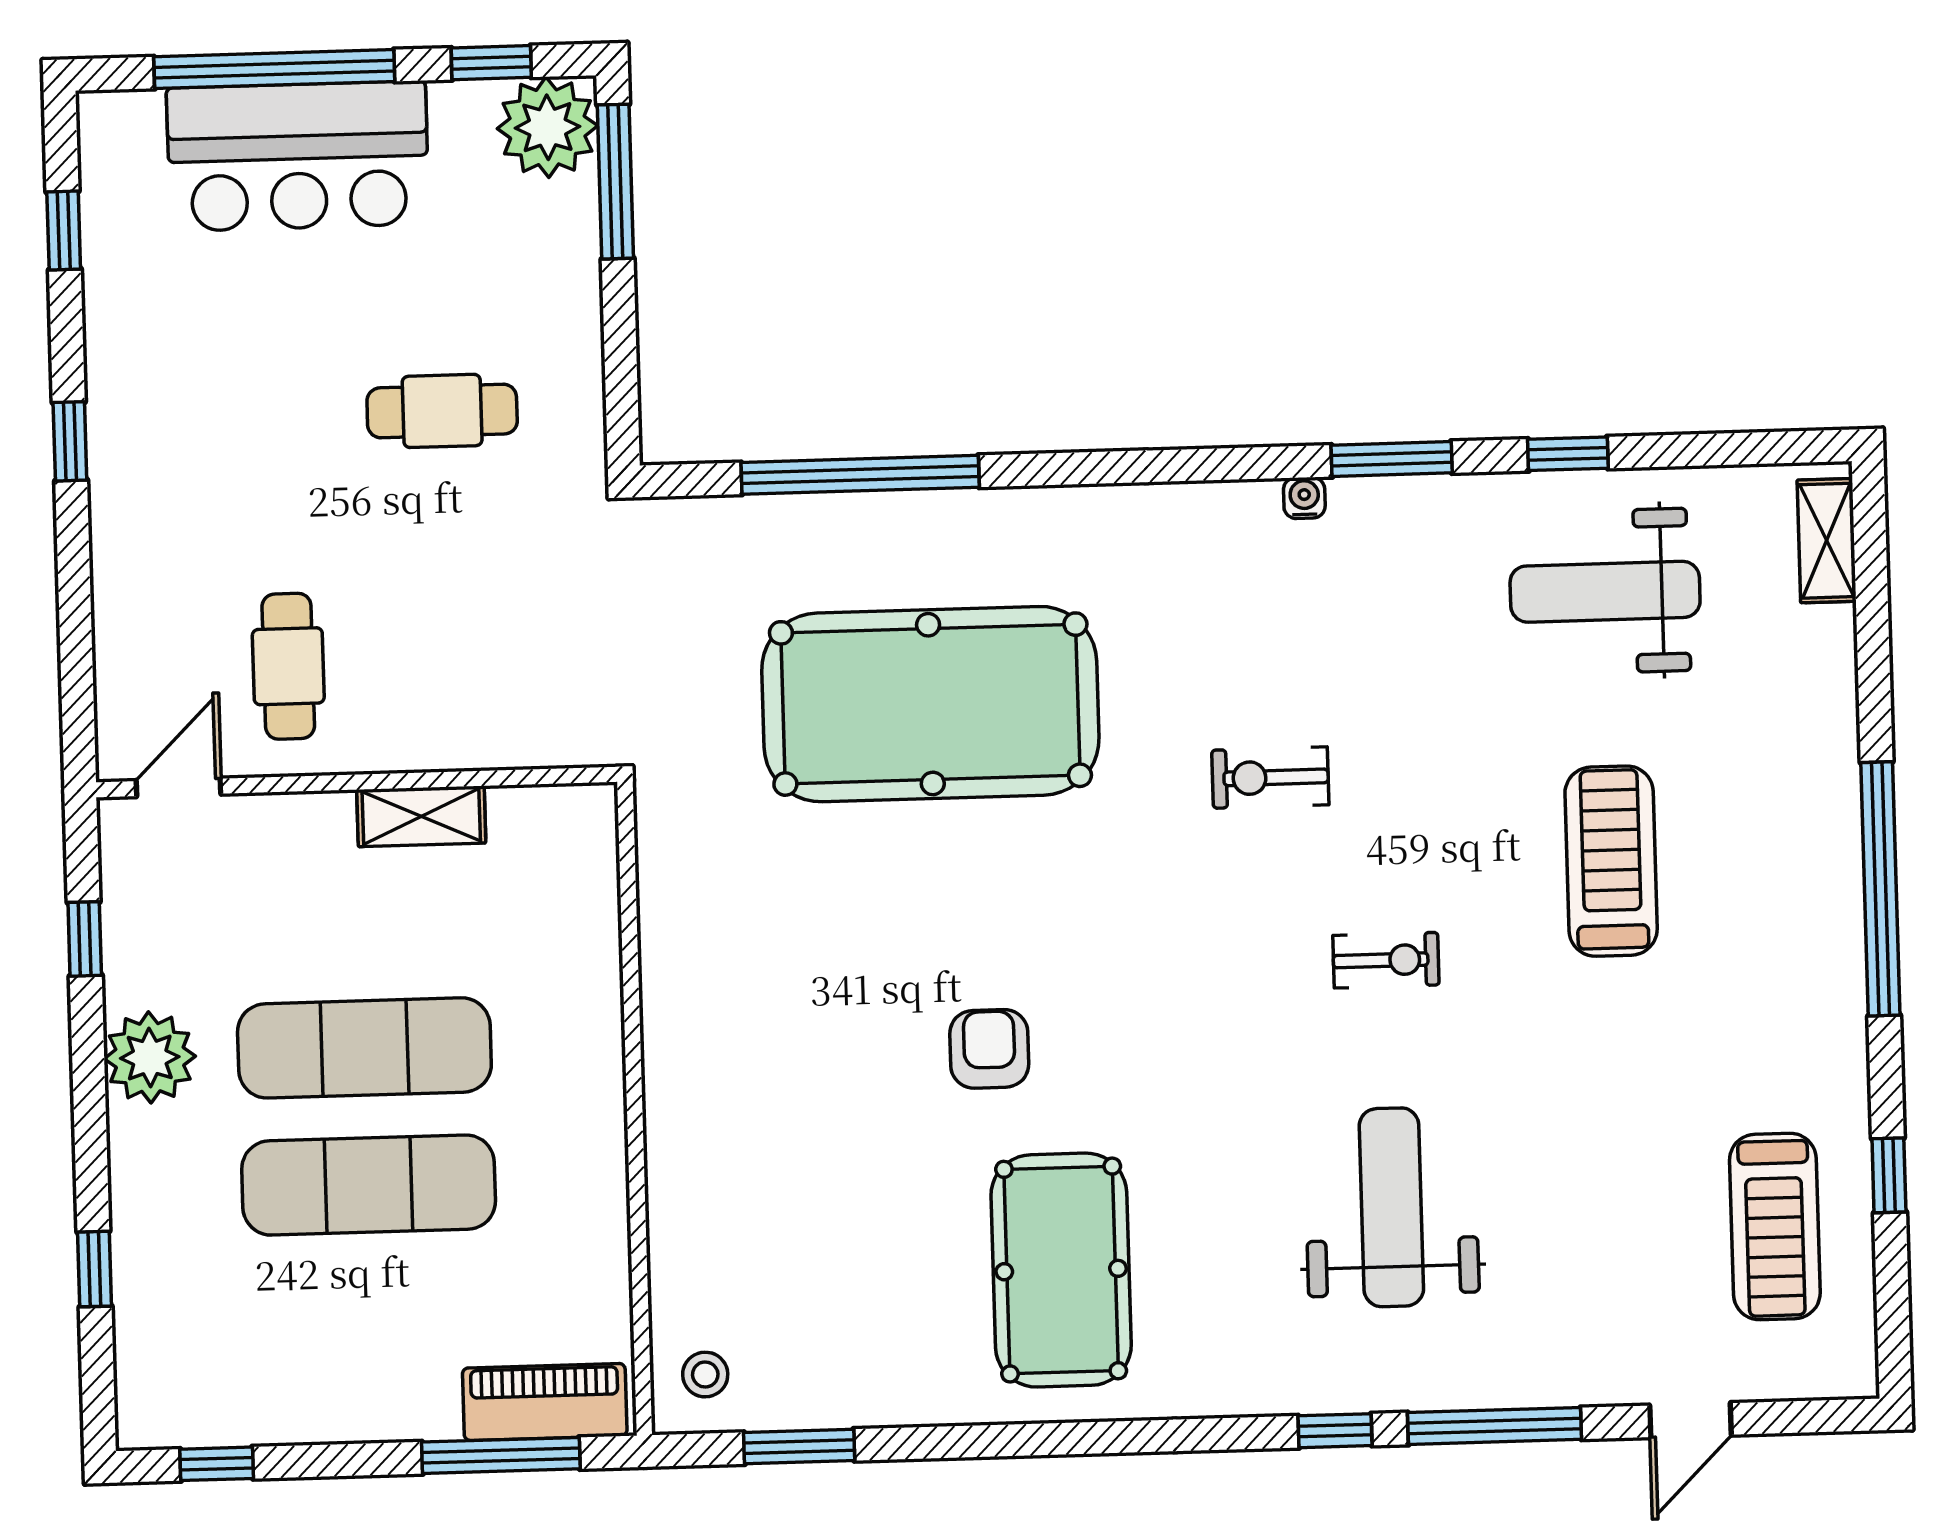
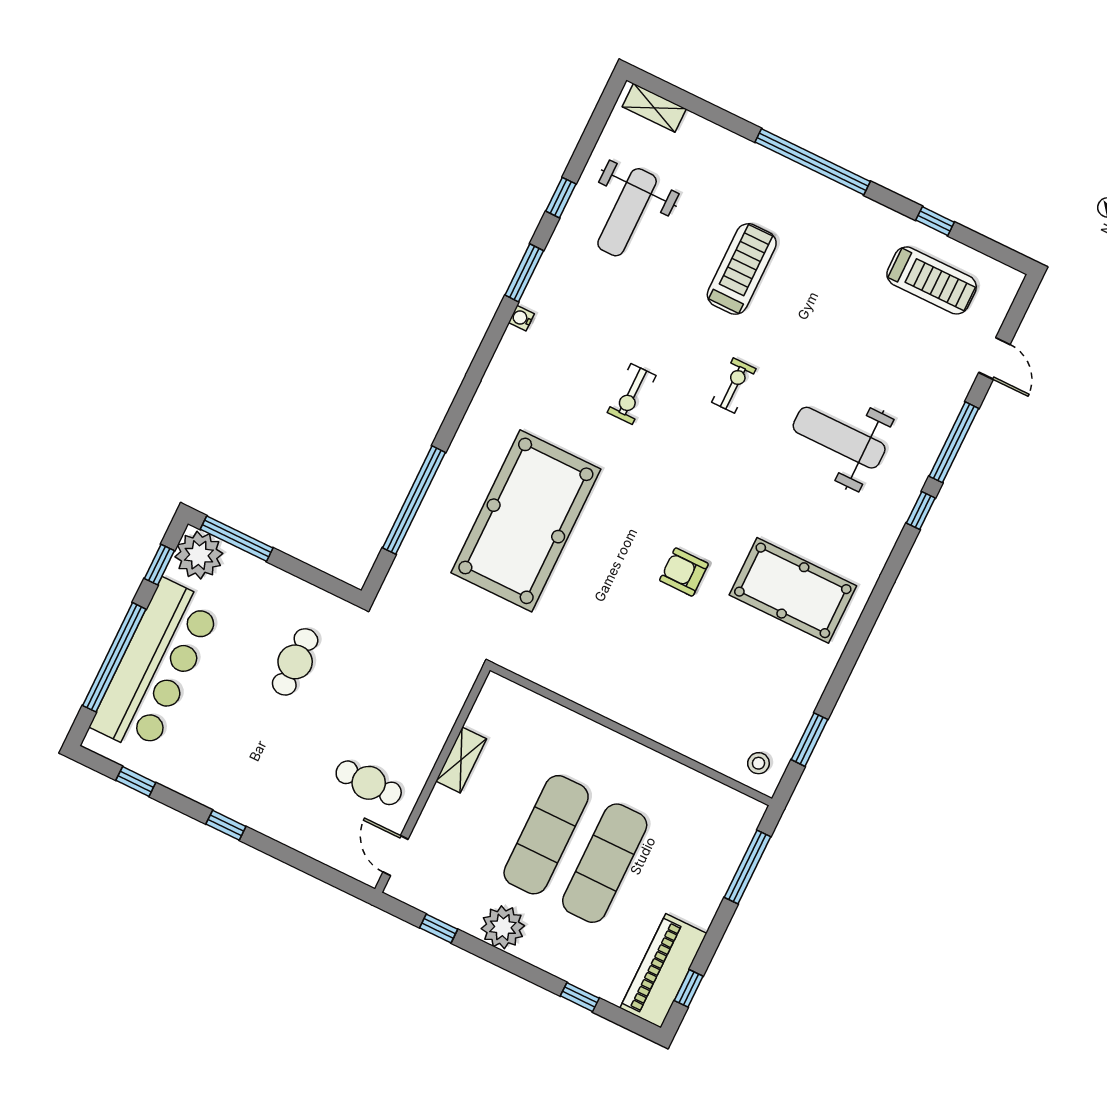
bar counter: (298, 156) -> (156, 667), width x1.36
treadmill: (1611, 861) -> (742, 269), turned 90
piano: (545, 1402) -> (663, 971), moved, width x1.37, depth x1.33

